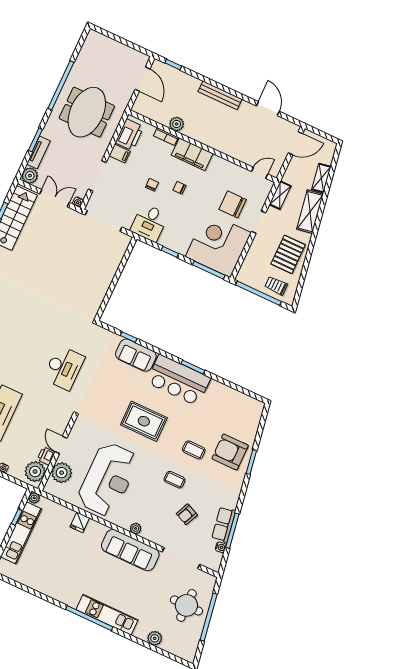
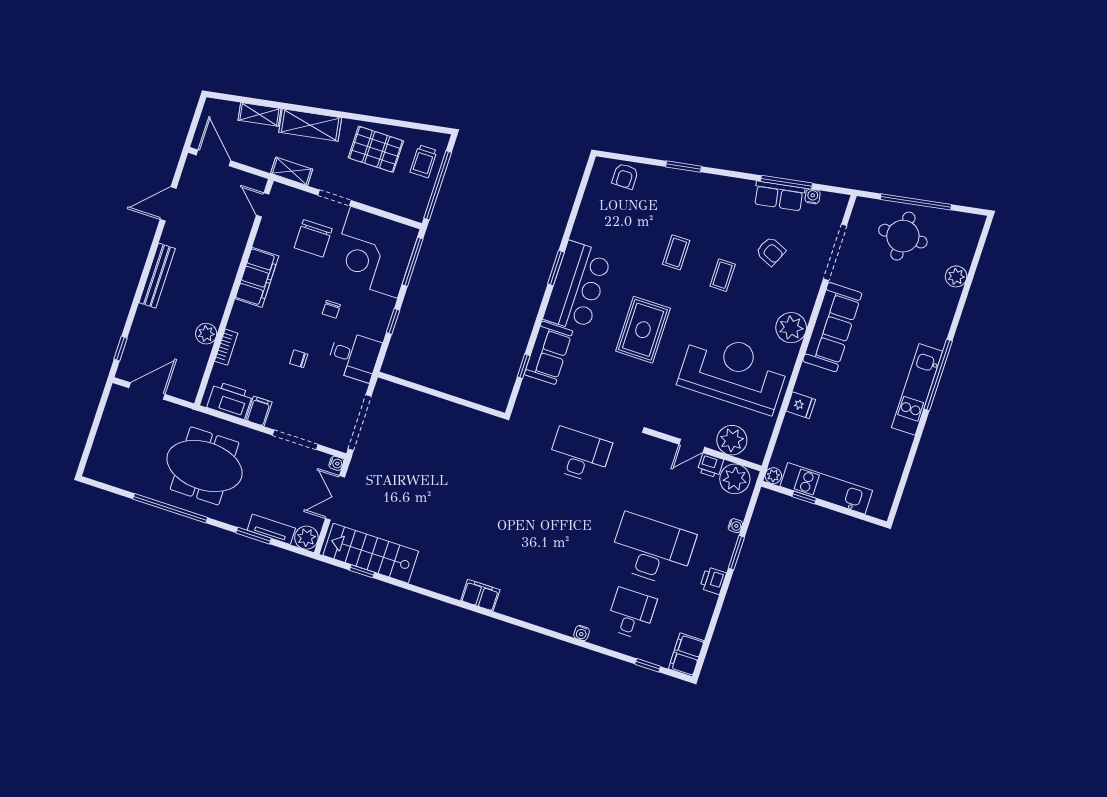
filing cabinet: (192, 154) -> (257, 277), moved
chair: (179, 188) -> (331, 309), moved
armchair: (230, 452) -> (625, 176), moved, width x0.53, depth x0.53
plant: (136, 528) -> (791, 328), width x1.88, depth x1.88
kitchen unit: (107, 615) -> (917, 389), moved

